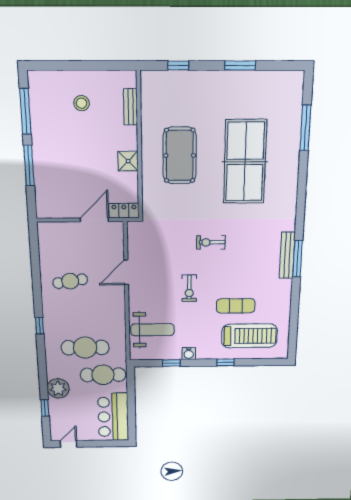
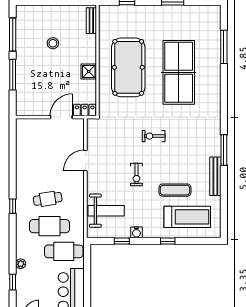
stool: (82, 103) -> (53, 43), moved
bench: (131, 107) -> (91, 21), moved
pool table: (180, 156) -> (128, 67), width x1.36, depth x1.32
bench: (287, 255) -> (215, 176), moved
cafe table: (70, 281) -> (48, 199), moved
plant: (58, 388) -> (21, 264), width x0.53, depth x0.53

